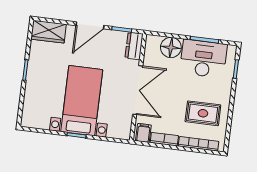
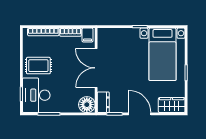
door: (90, 25) -> (140, 114), hinge flipped
floor lamp: (171, 47) -> (87, 105), moved
desk: (203, 59) -> (36, 95), moved, turned 90
bed with nightstands: (82, 101) -> (162, 54), moved
rug: (203, 113) -> (38, 66), moved

